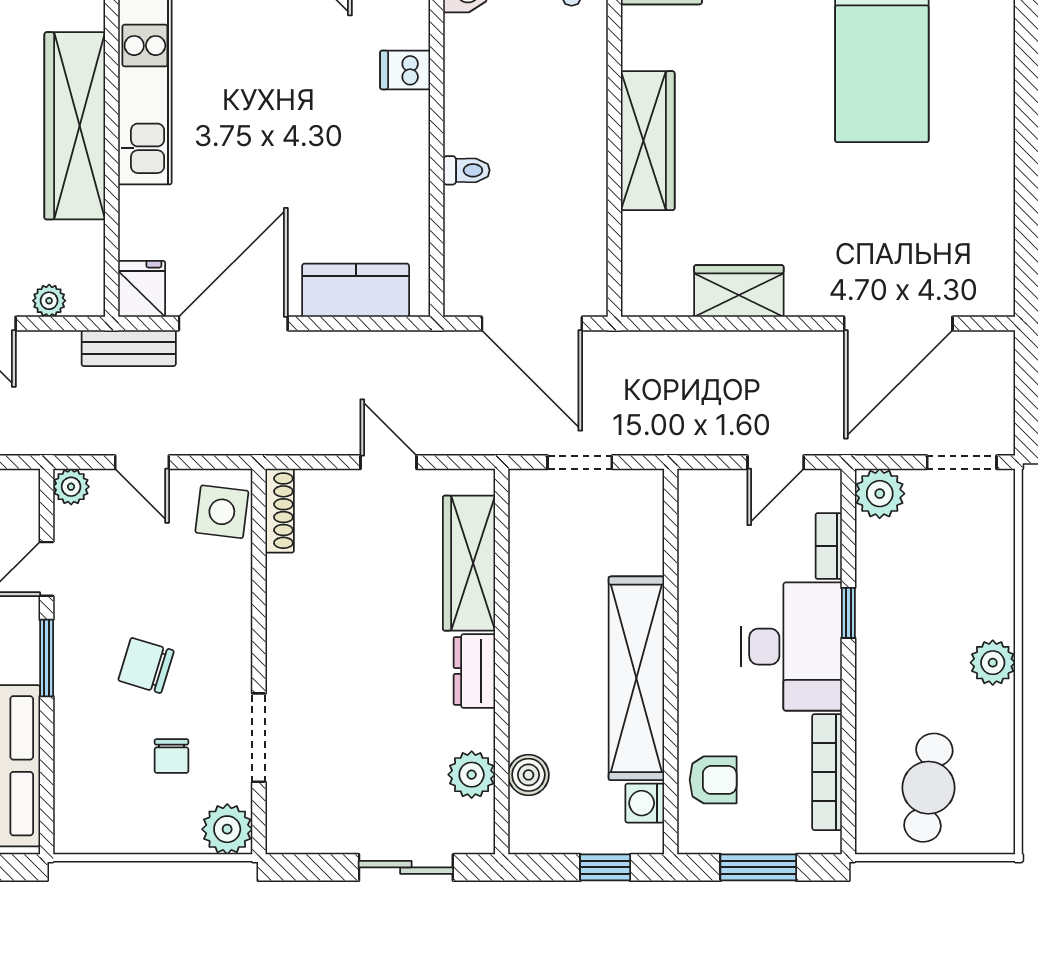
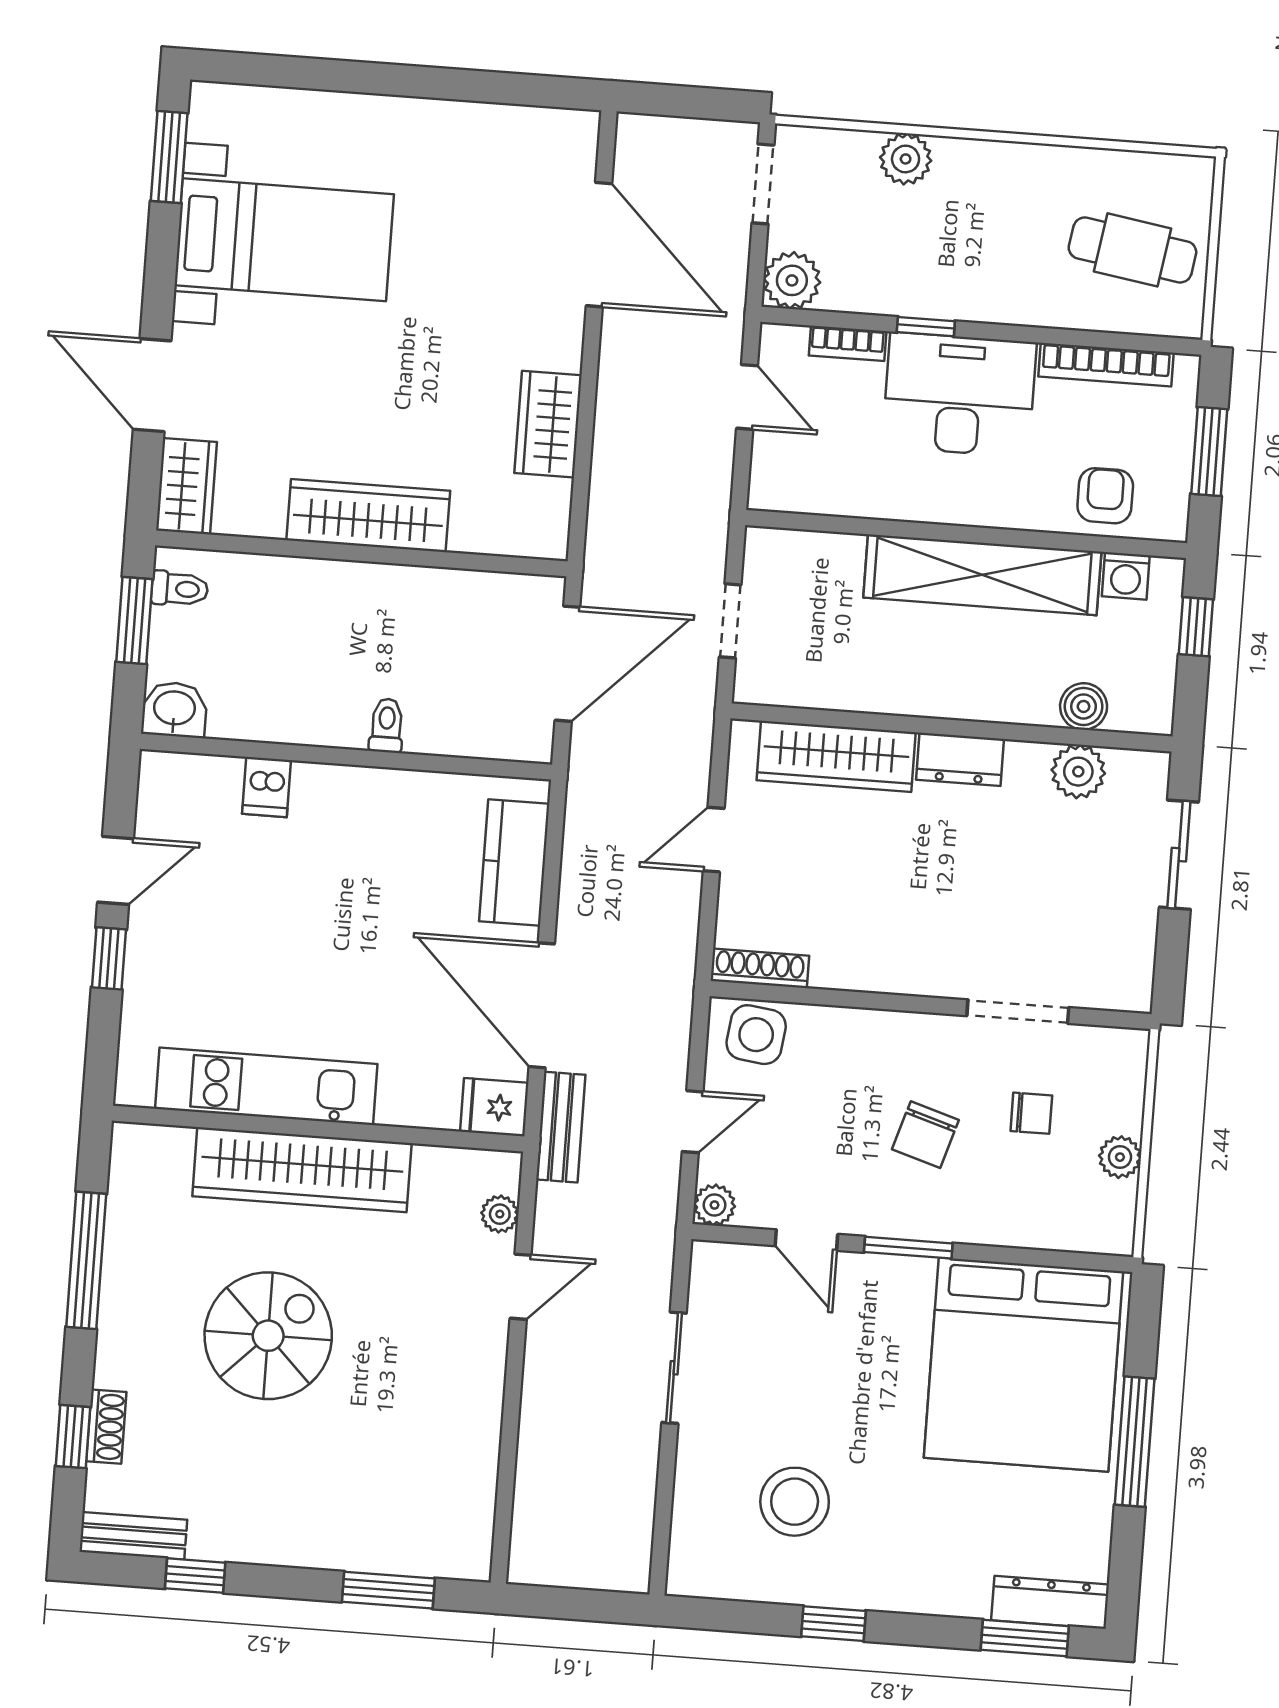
plant: (993, 663) -> (906, 159), moved
plant: (227, 829) -> (1120, 1157), moved, width x0.73, depth x0.73

